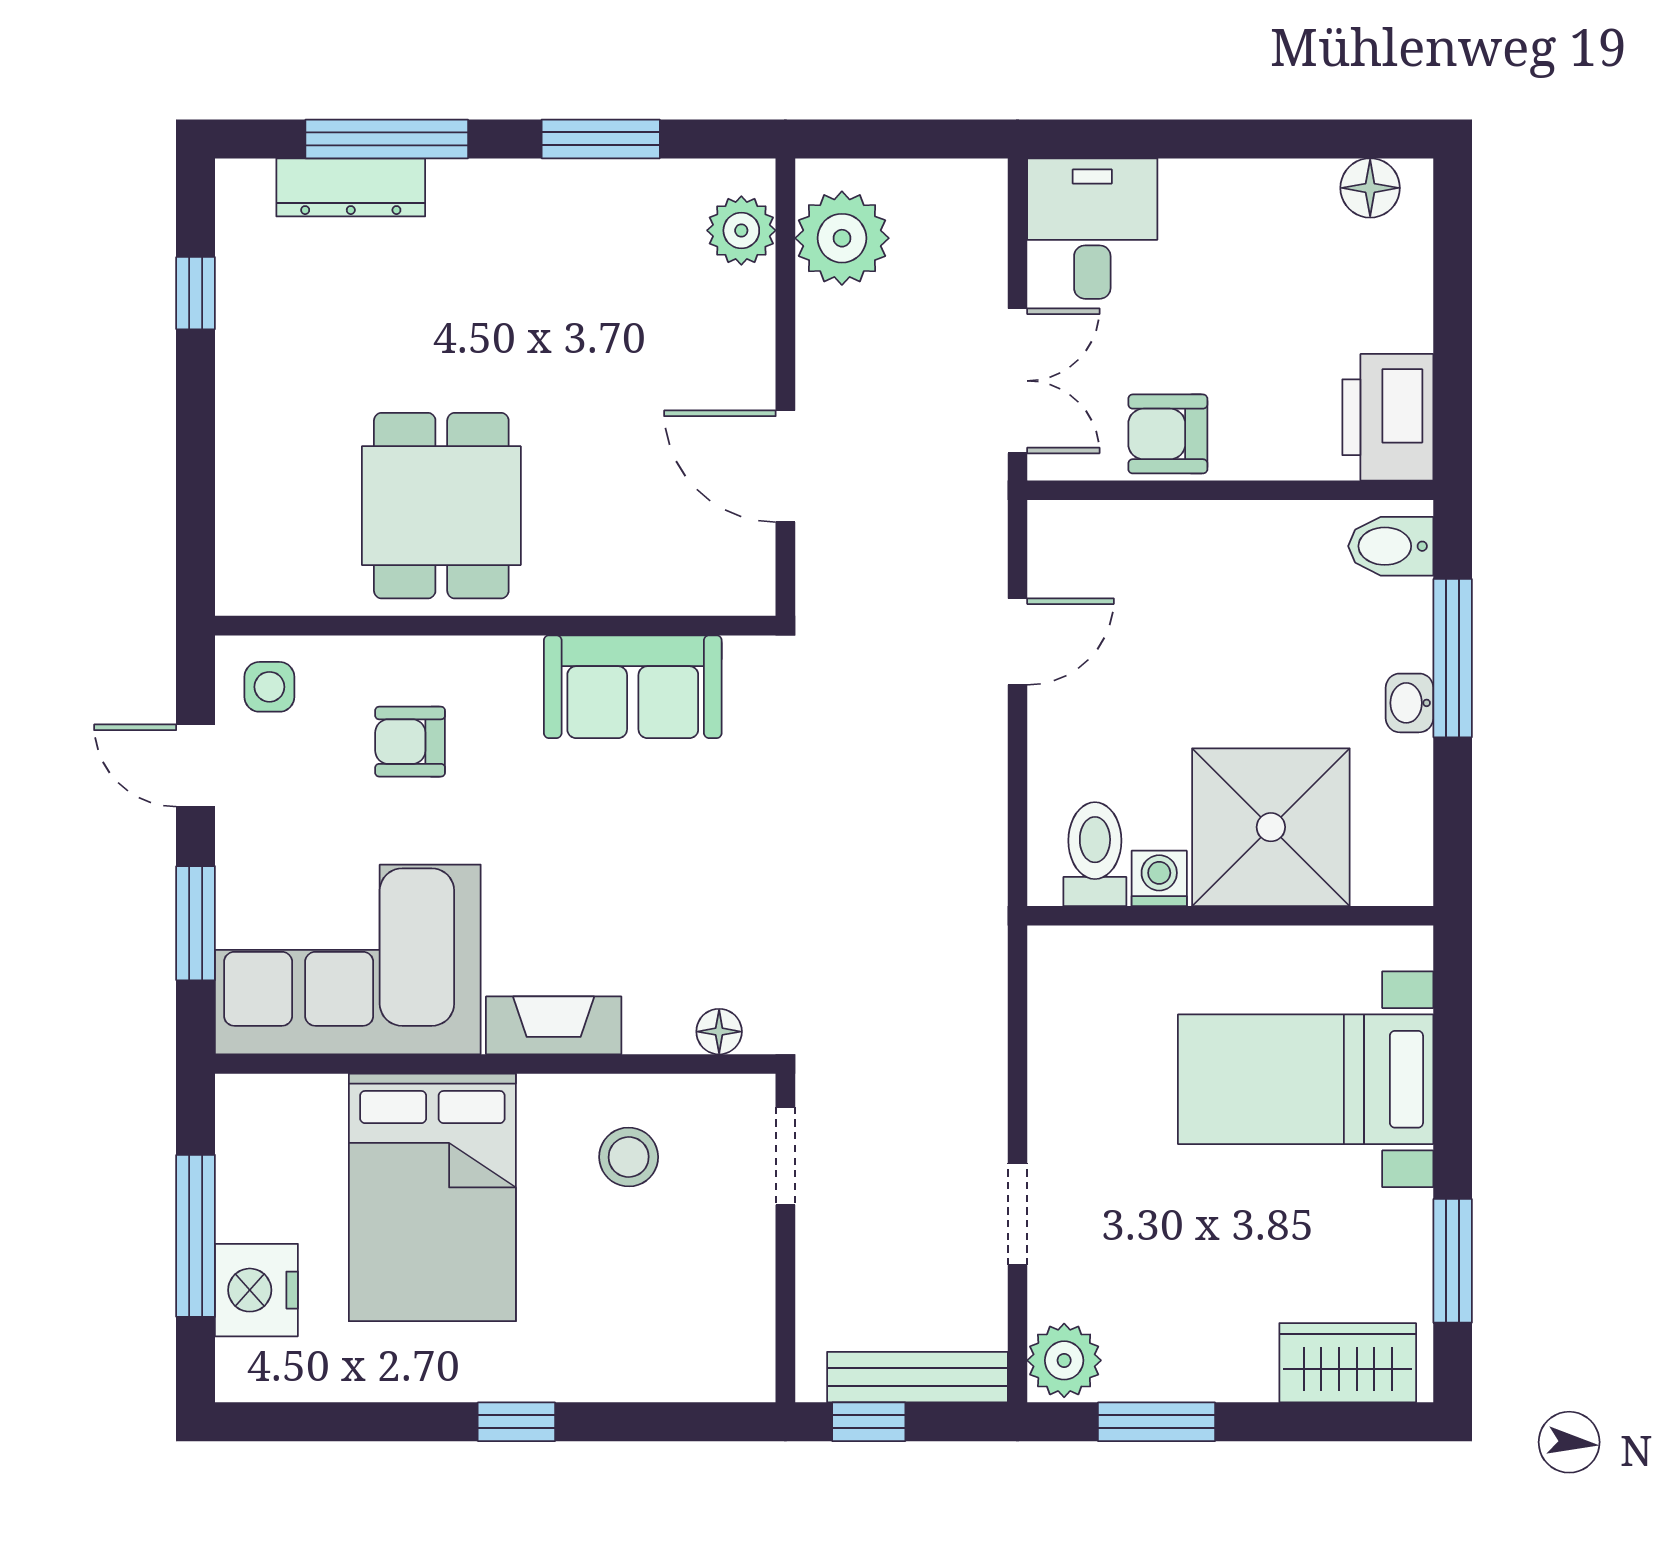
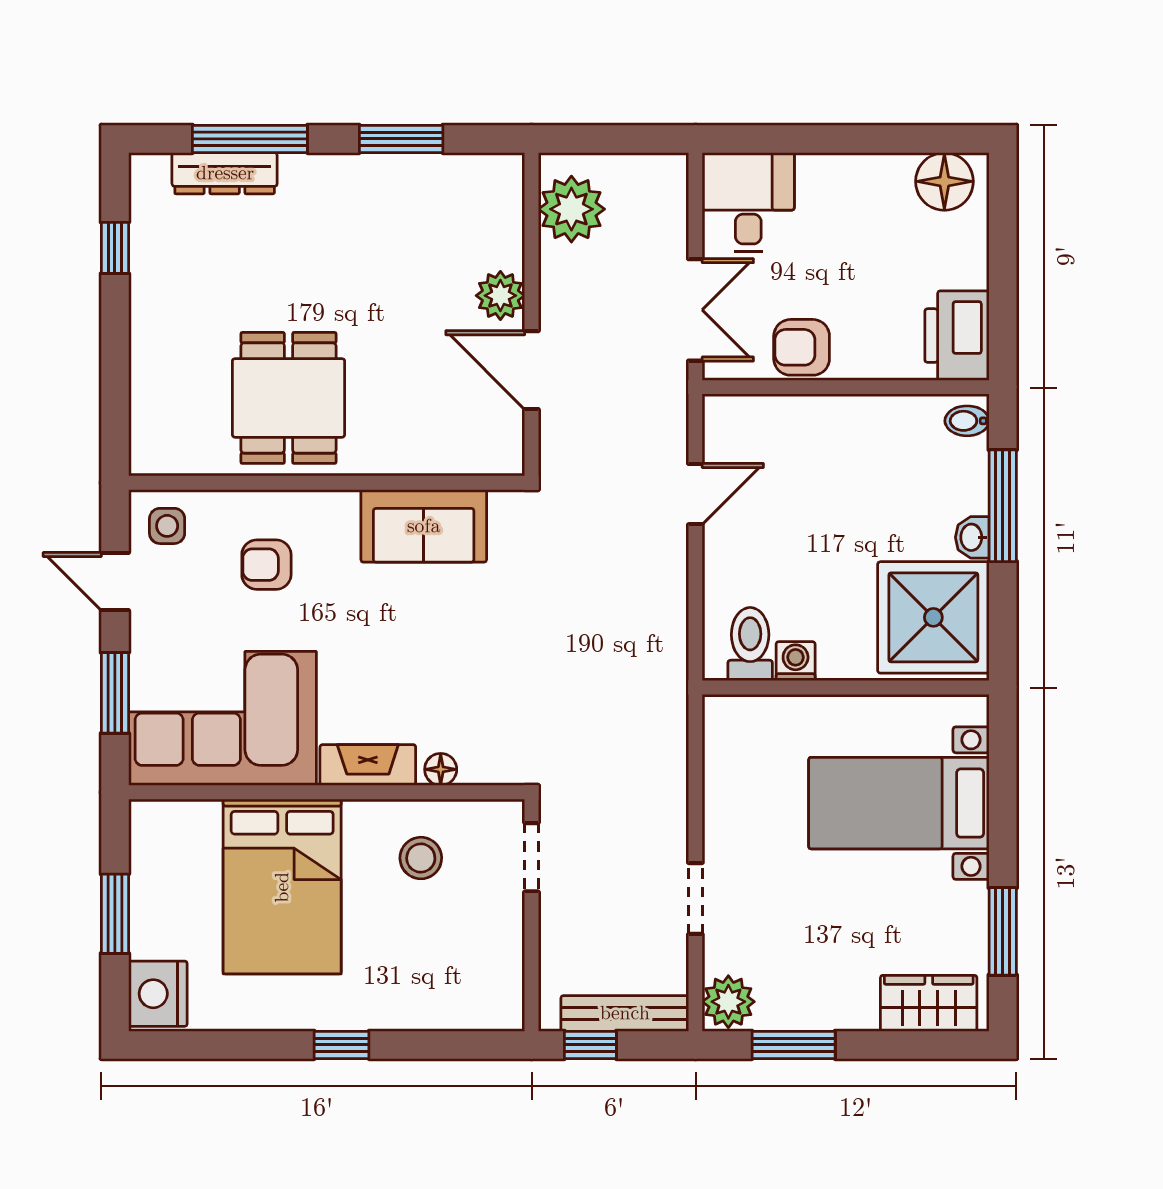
floor lamp: (1370, 188) -> (944, 181), width x1.38, depth x1.38
plant: (741, 230) -> (500, 296), moved
bidet: (1391, 546) -> (967, 421), width x0.72, depth x0.74
shower: (1271, 827) -> (933, 617), moved
floor lamp: (719, 1032) -> (441, 769), moved
window: (196, 1236) -> (115, 914), width x0.69
nightstand: (256, 1290) -> (158, 994), moved

